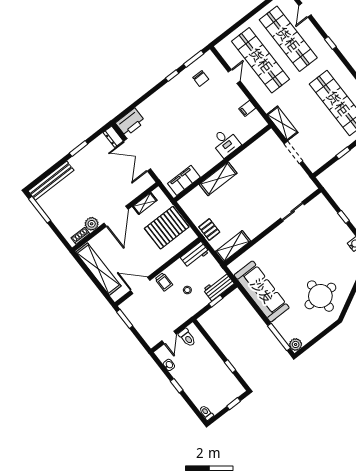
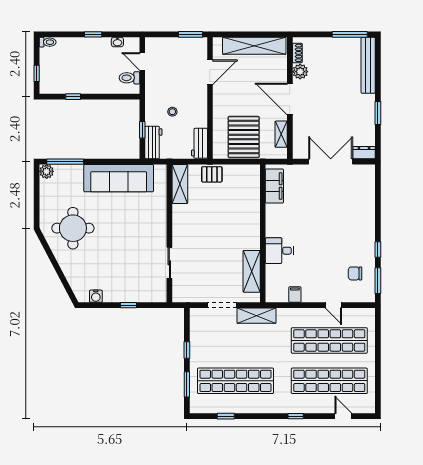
printer: (130, 122) -> (365, 179), removed
shelving: (218, 179) -> (252, 271), moved
trolley: (164, 282) -> (197, 96), removed

